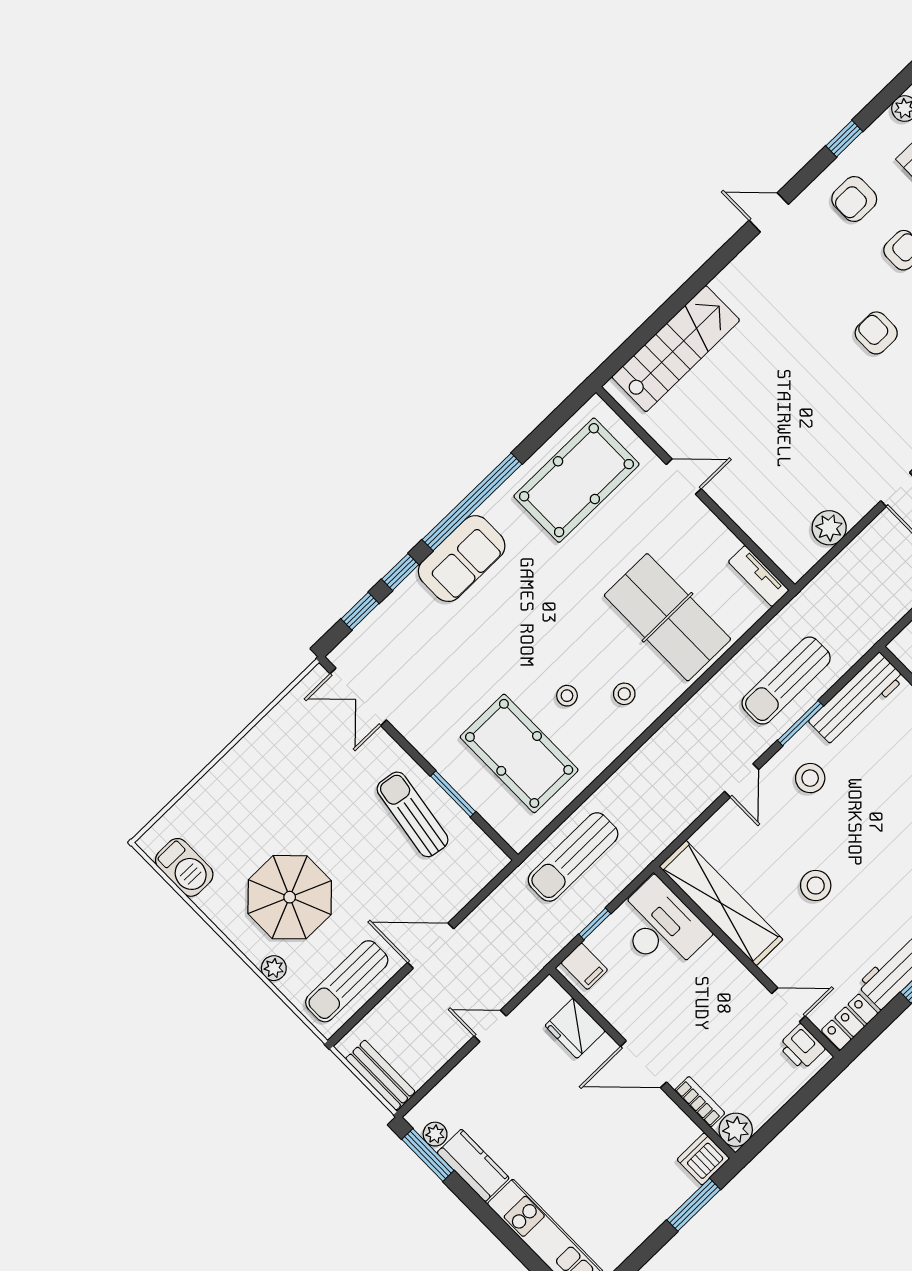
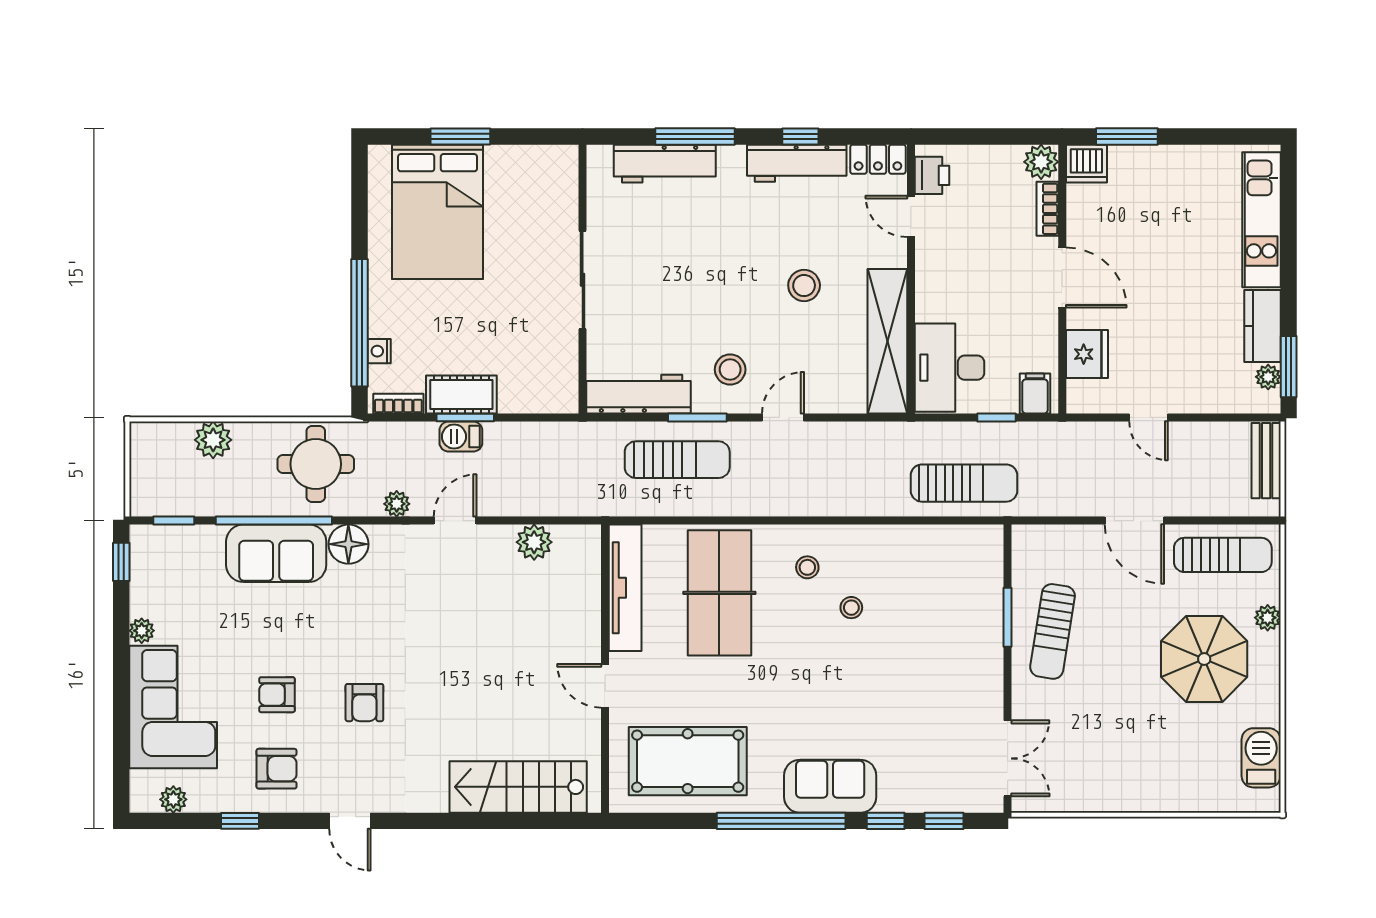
armchair: (876, 333) -> (364, 703), moved
tv unit: (759, 576) -> (625, 588), width x1.92, depth x1.29
pool table: (519, 753) -> (929, 599), removed

